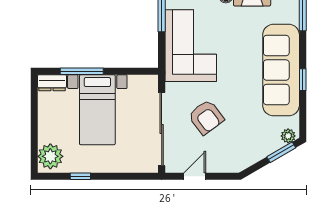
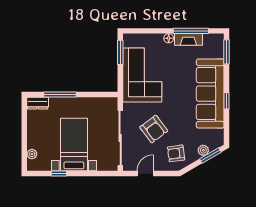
bed with nightstands: (97, 110) -> (74, 145), moved, turned 180
plant: (288, 136) -> (203, 150), moved
armchair: (236, 150) -> (176, 153), added
plant: (50, 156) -> (32, 154), width x0.53, depth x0.53

